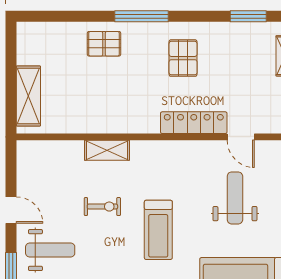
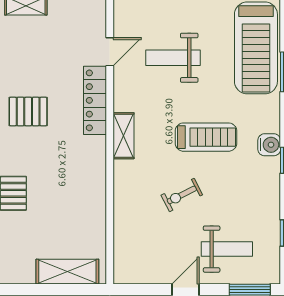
shelving: (107, 150) -> (124, 136), moved
exercise bike: (102, 207) -> (182, 195), turned -117
weight bench: (50, 250) -> (227, 249), turned 90

